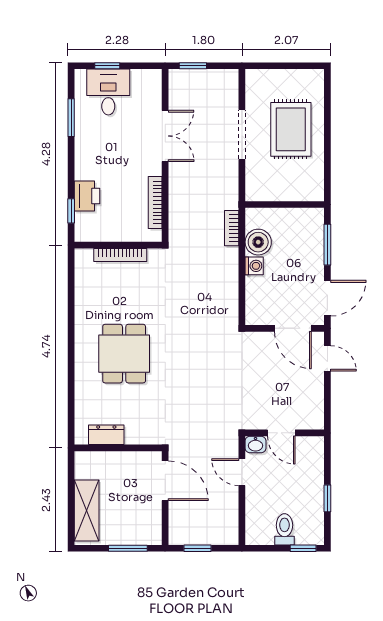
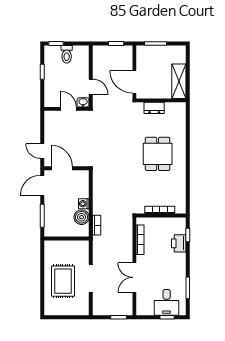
dresser: (106, 435) -> (154, 108), moved
shelving: (87, 511) -> (179, 81), moved

